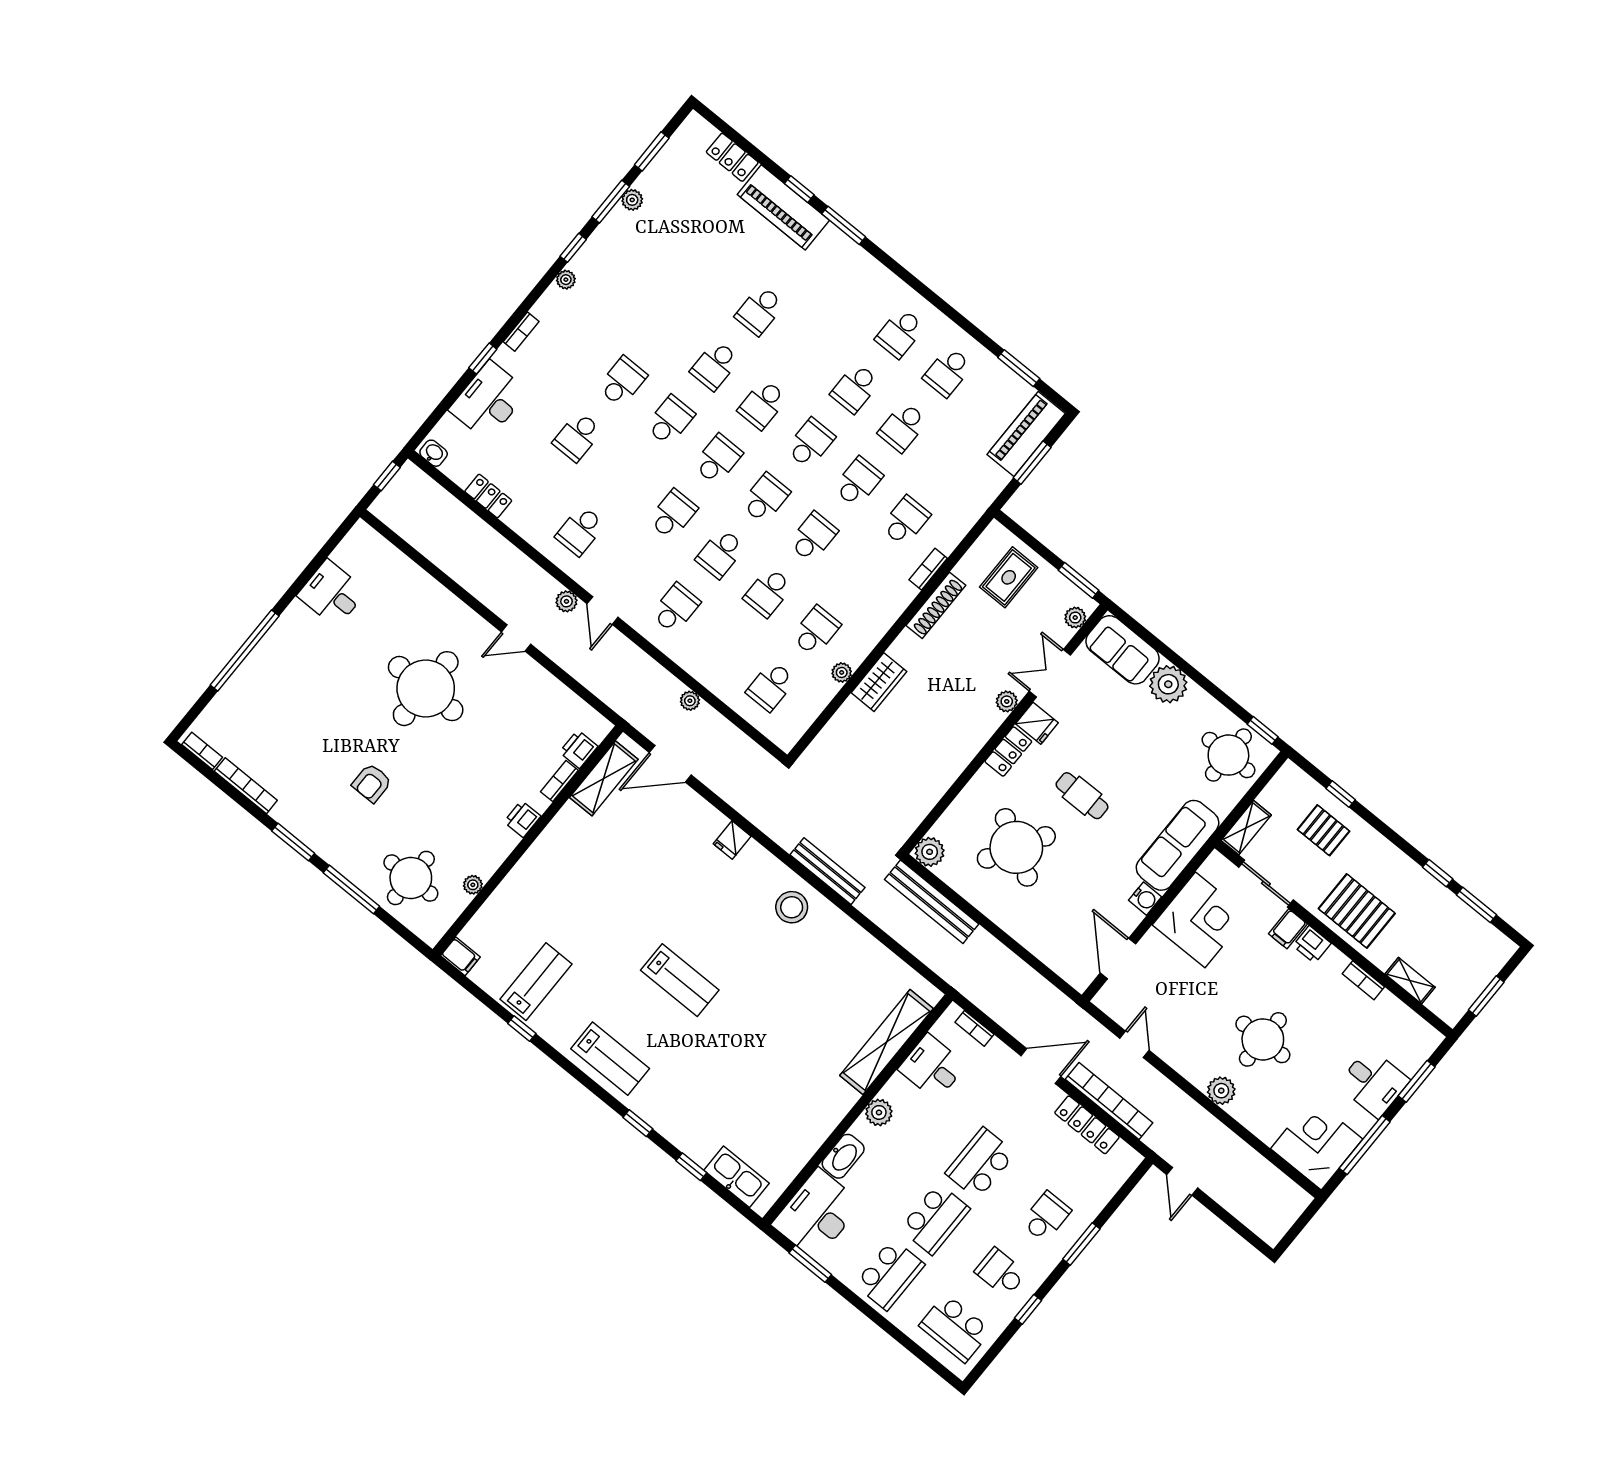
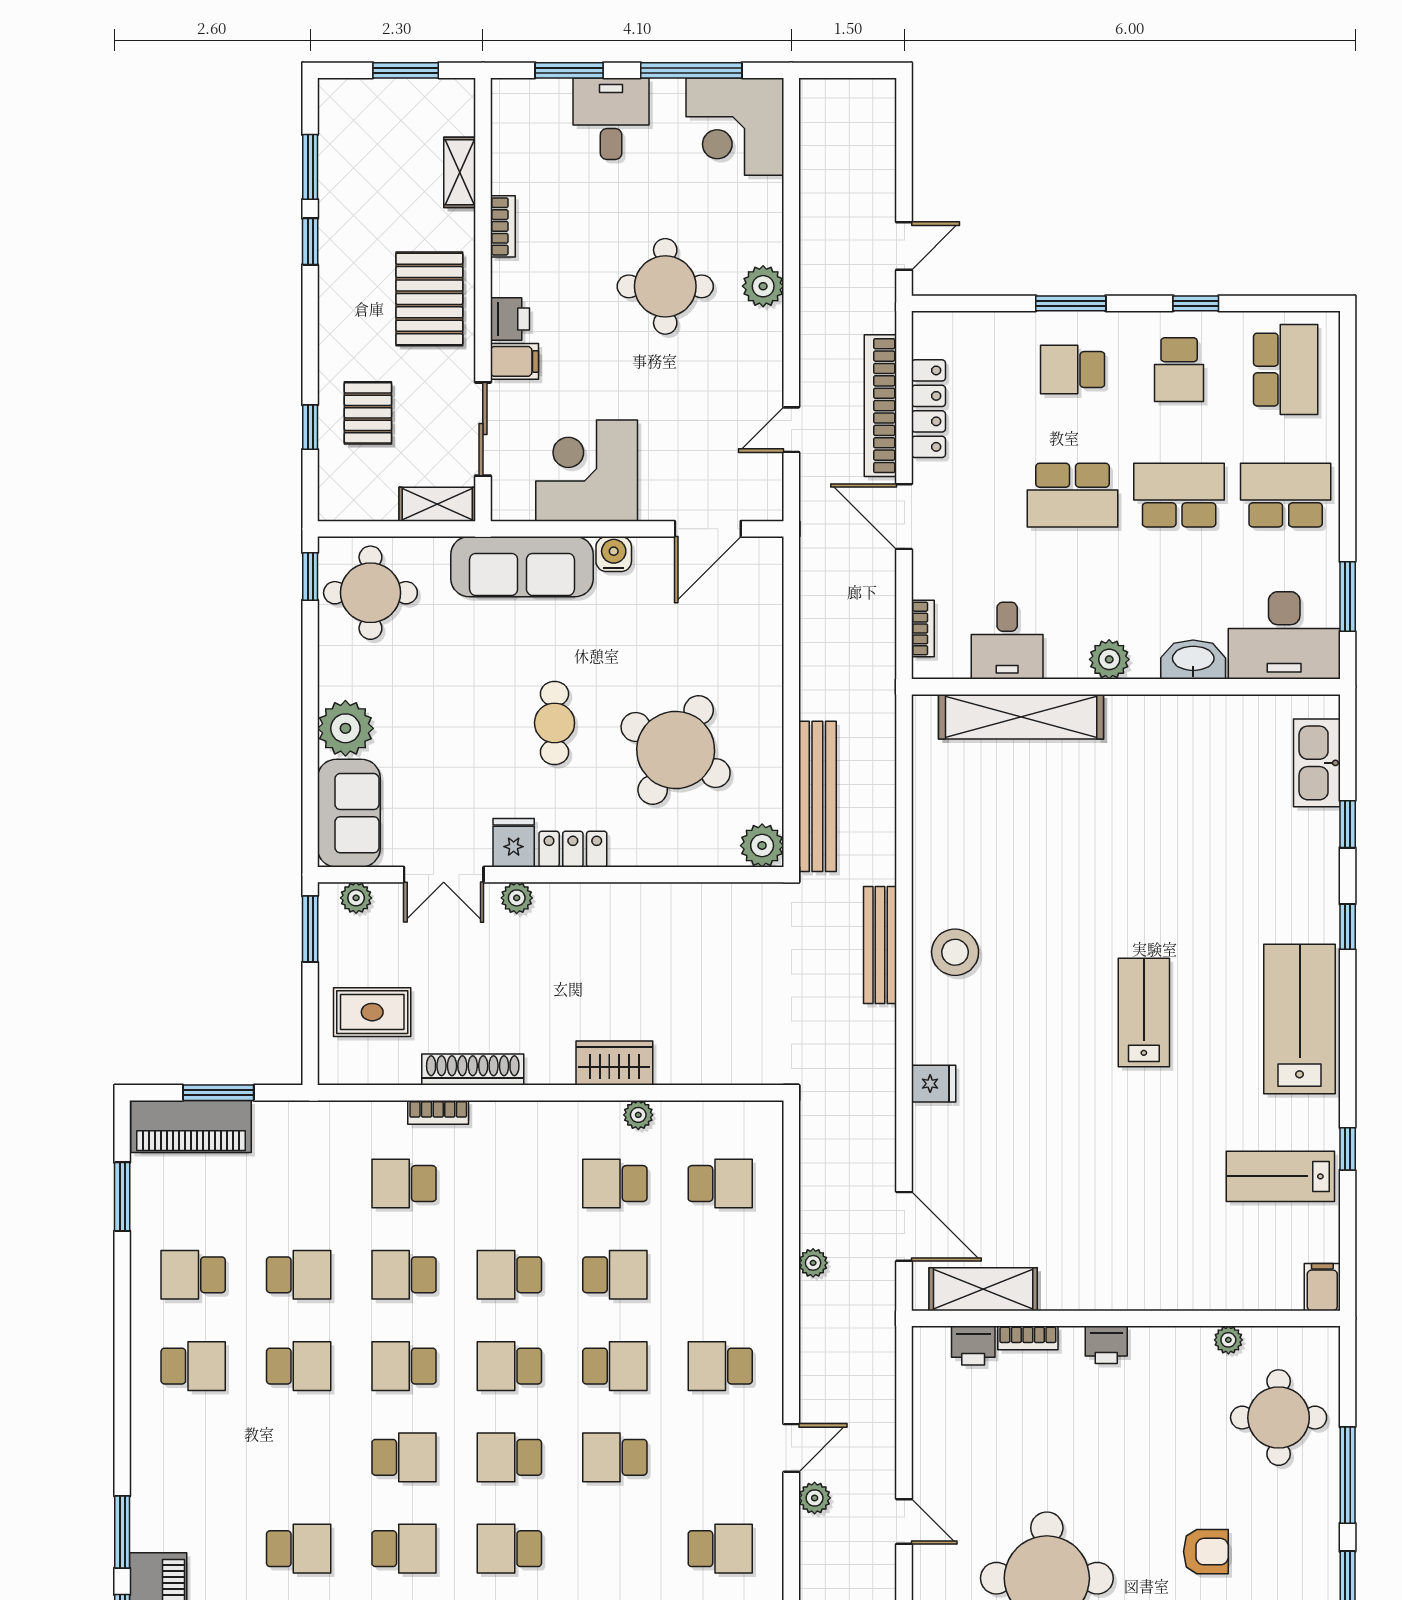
school desk: (948, 372) -> (193, 1275), turned 180
lab bench: (610, 1059) -> (1300, 1019), width x1.36, depth x1.39

